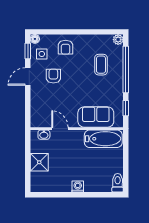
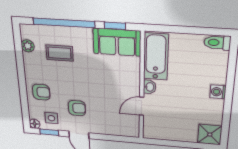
plant: (118, 40) -> (28, 46), moved
armchair: (53, 76) -> (77, 108), turned 180
sofa: (96, 117) -> (117, 42), moved, turned -90
washbasin: (44, 135) -> (150, 87), moved
shower: (39, 162) -> (210, 134), moved

